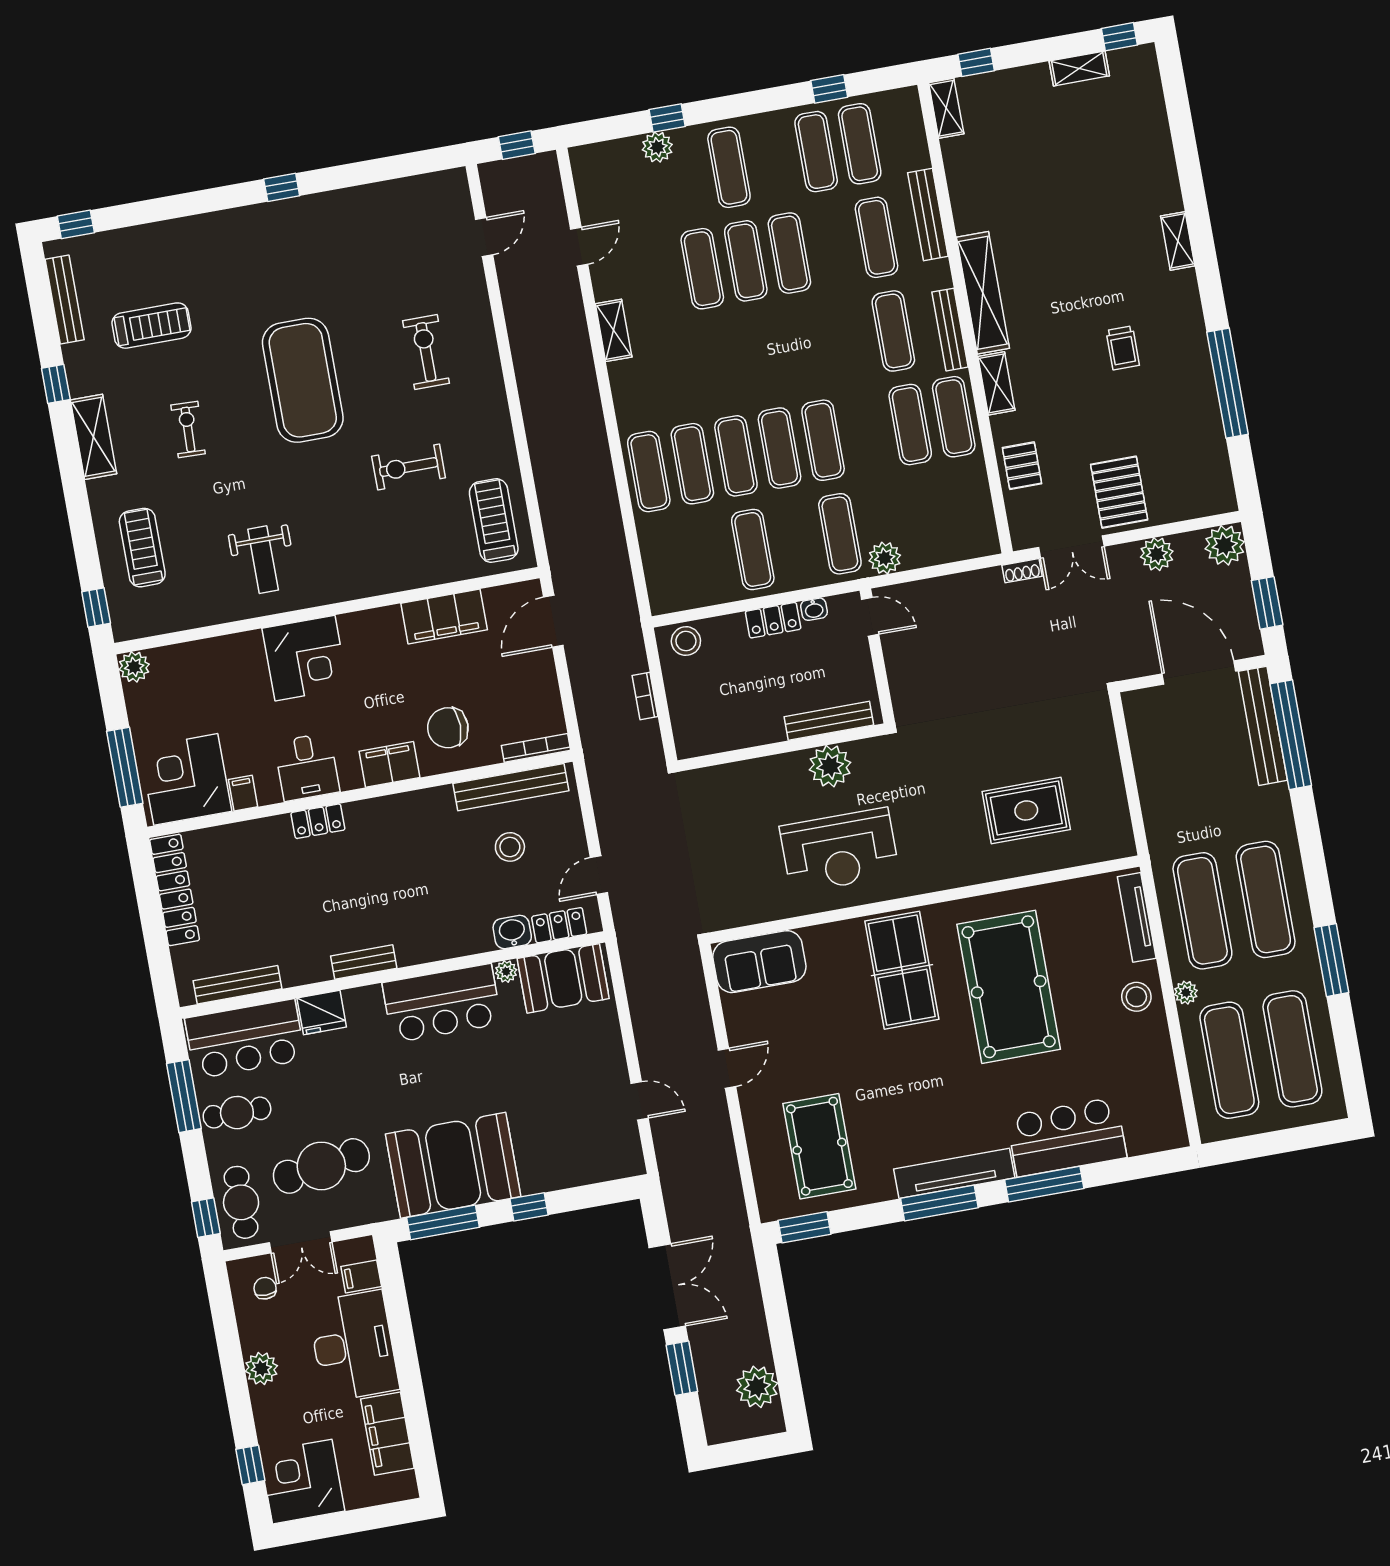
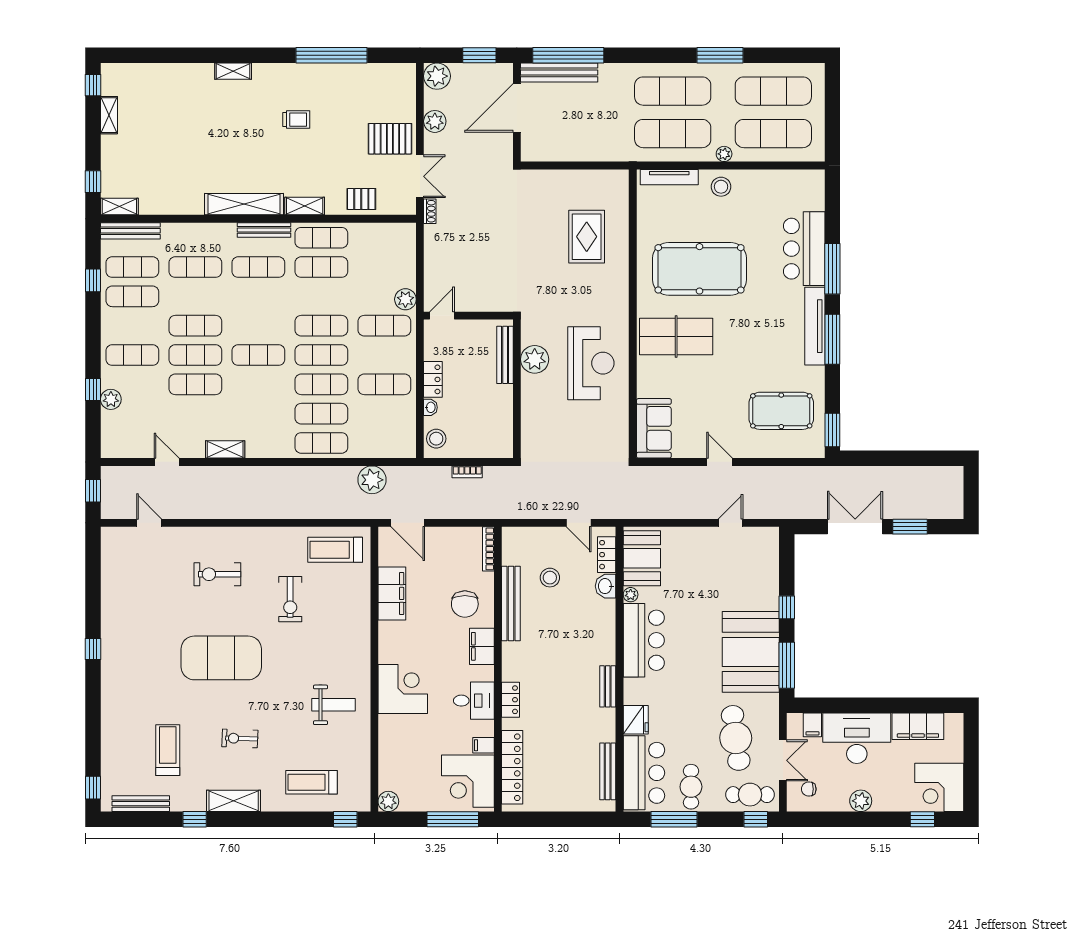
bench: (928, 215) -> (130, 231), moved
exercise mat: (763, 354) -> (258, 355), added
washbasin: (814, 609) -> (430, 407), moved
bench: (511, 787) -> (511, 603), moved
locker: (175, 890) -> (512, 767), moved, turned 90
plant: (757, 1387) -> (372, 480), moved

